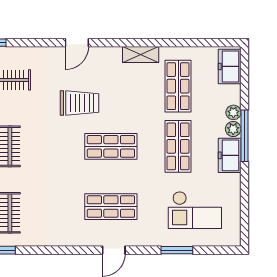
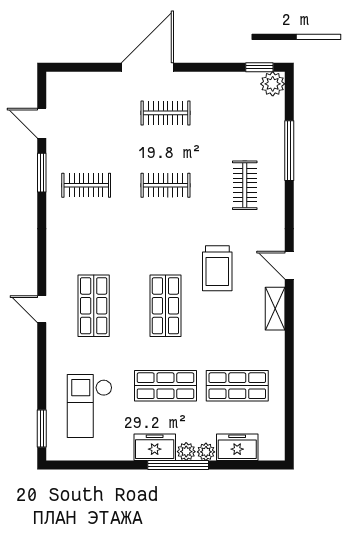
shelving: (141, 54) -> (275, 309), moved
freezer: (230, 66) -> (237, 447), moved
window: (177, 250) -> (42, 428), moved

